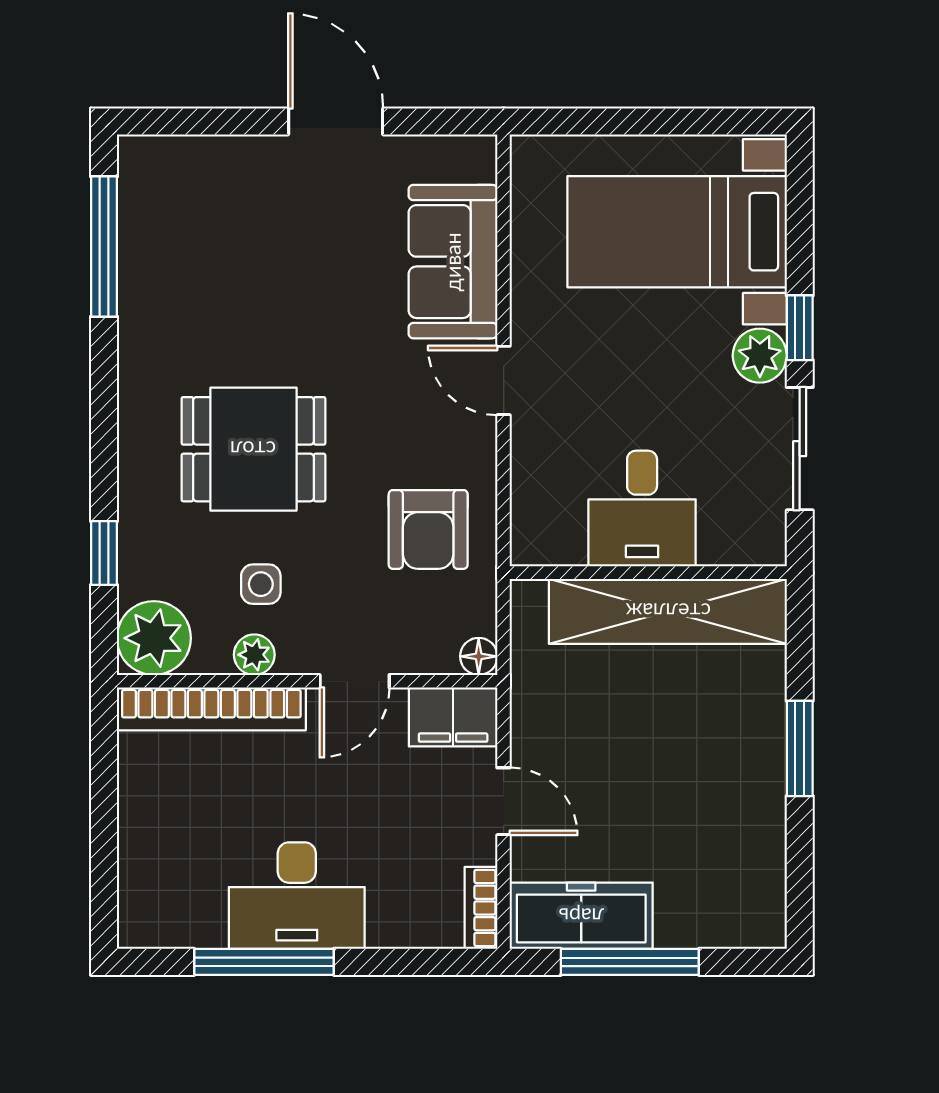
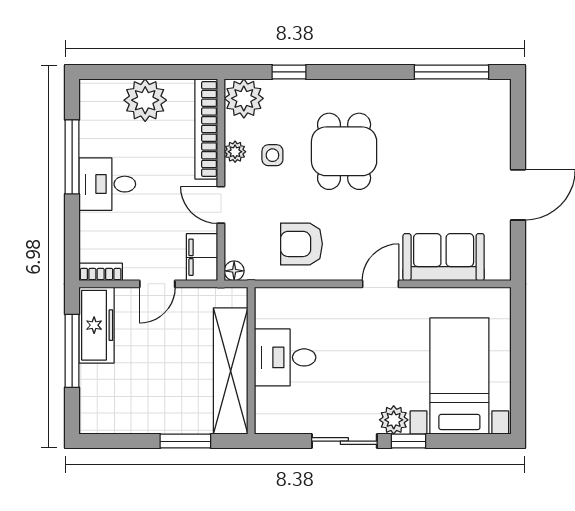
desk: (642, 509) -> (285, 357), moved
wall: (648, 573) -> (251, 361), moved
shelving: (668, 611) -> (231, 371), moved
plant: (157, 824) -> (145, 100), added
desk: (297, 896) -> (107, 184), width x0.73

